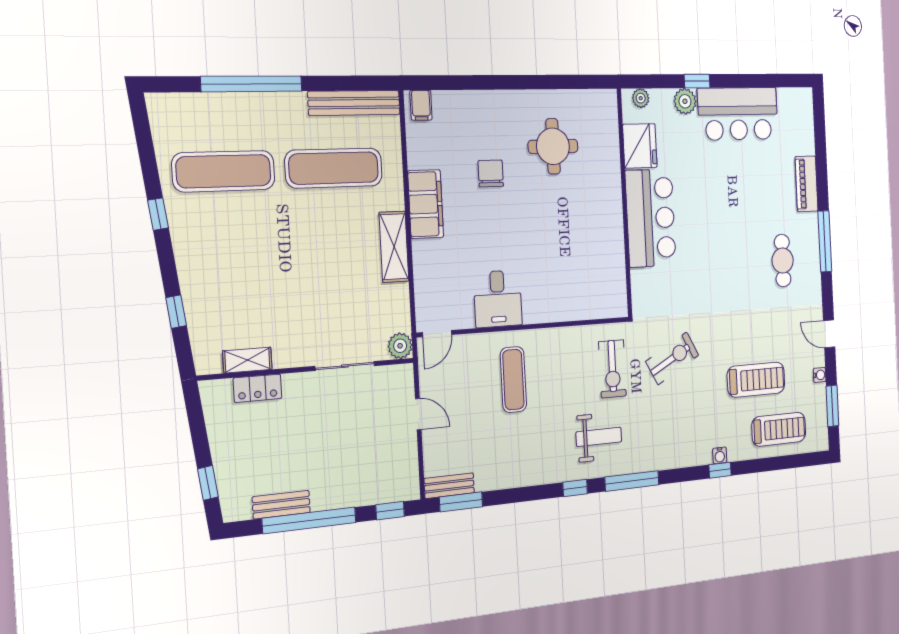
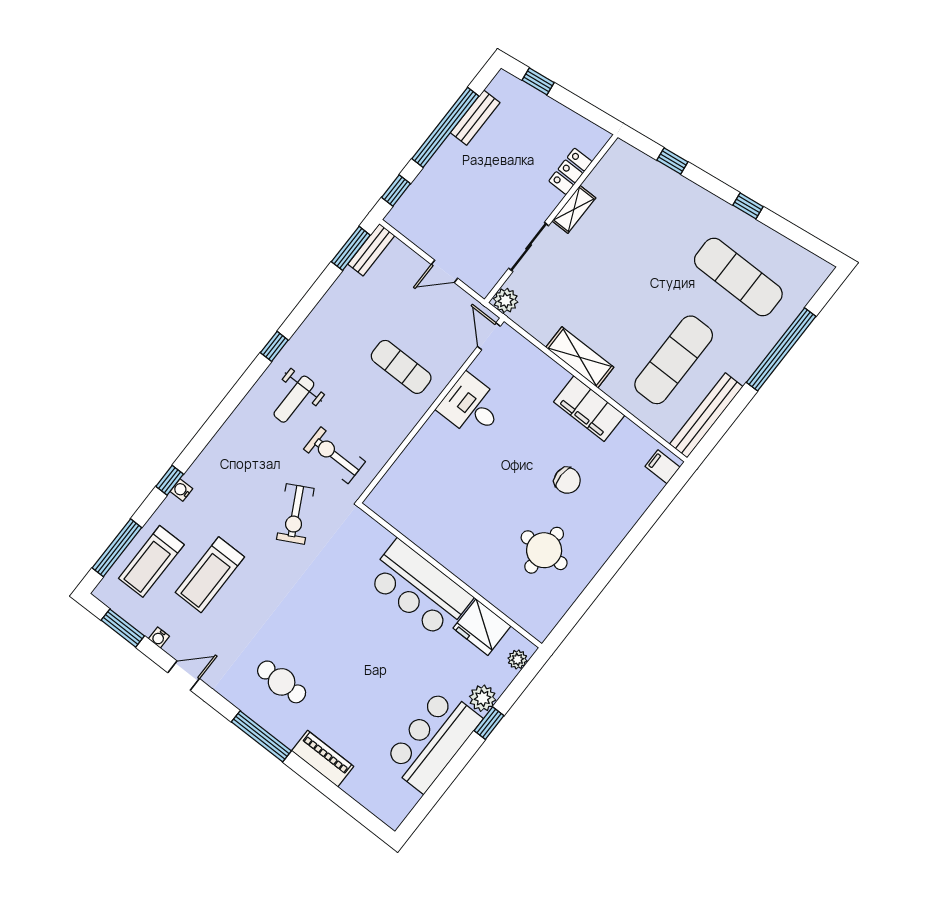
exercise mat: (224, 171) -> (738, 277), turned 90
shelving: (247, 360) -> (574, 209), moved
window: (632, 481) -> (117, 548), moved

